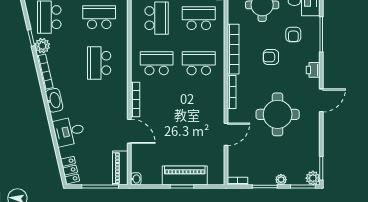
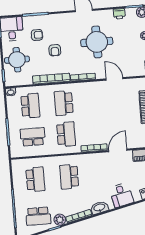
school desk: (99, 17) -> (35, 179), turned 180
school desk: (199, 18) -> (30, 106), turned 180
school desk: (99, 63) -> (69, 177), turned 90
school desk: (157, 63) -> (66, 134), turned 180
printer: (313, 70) -> (119, 14), moved

